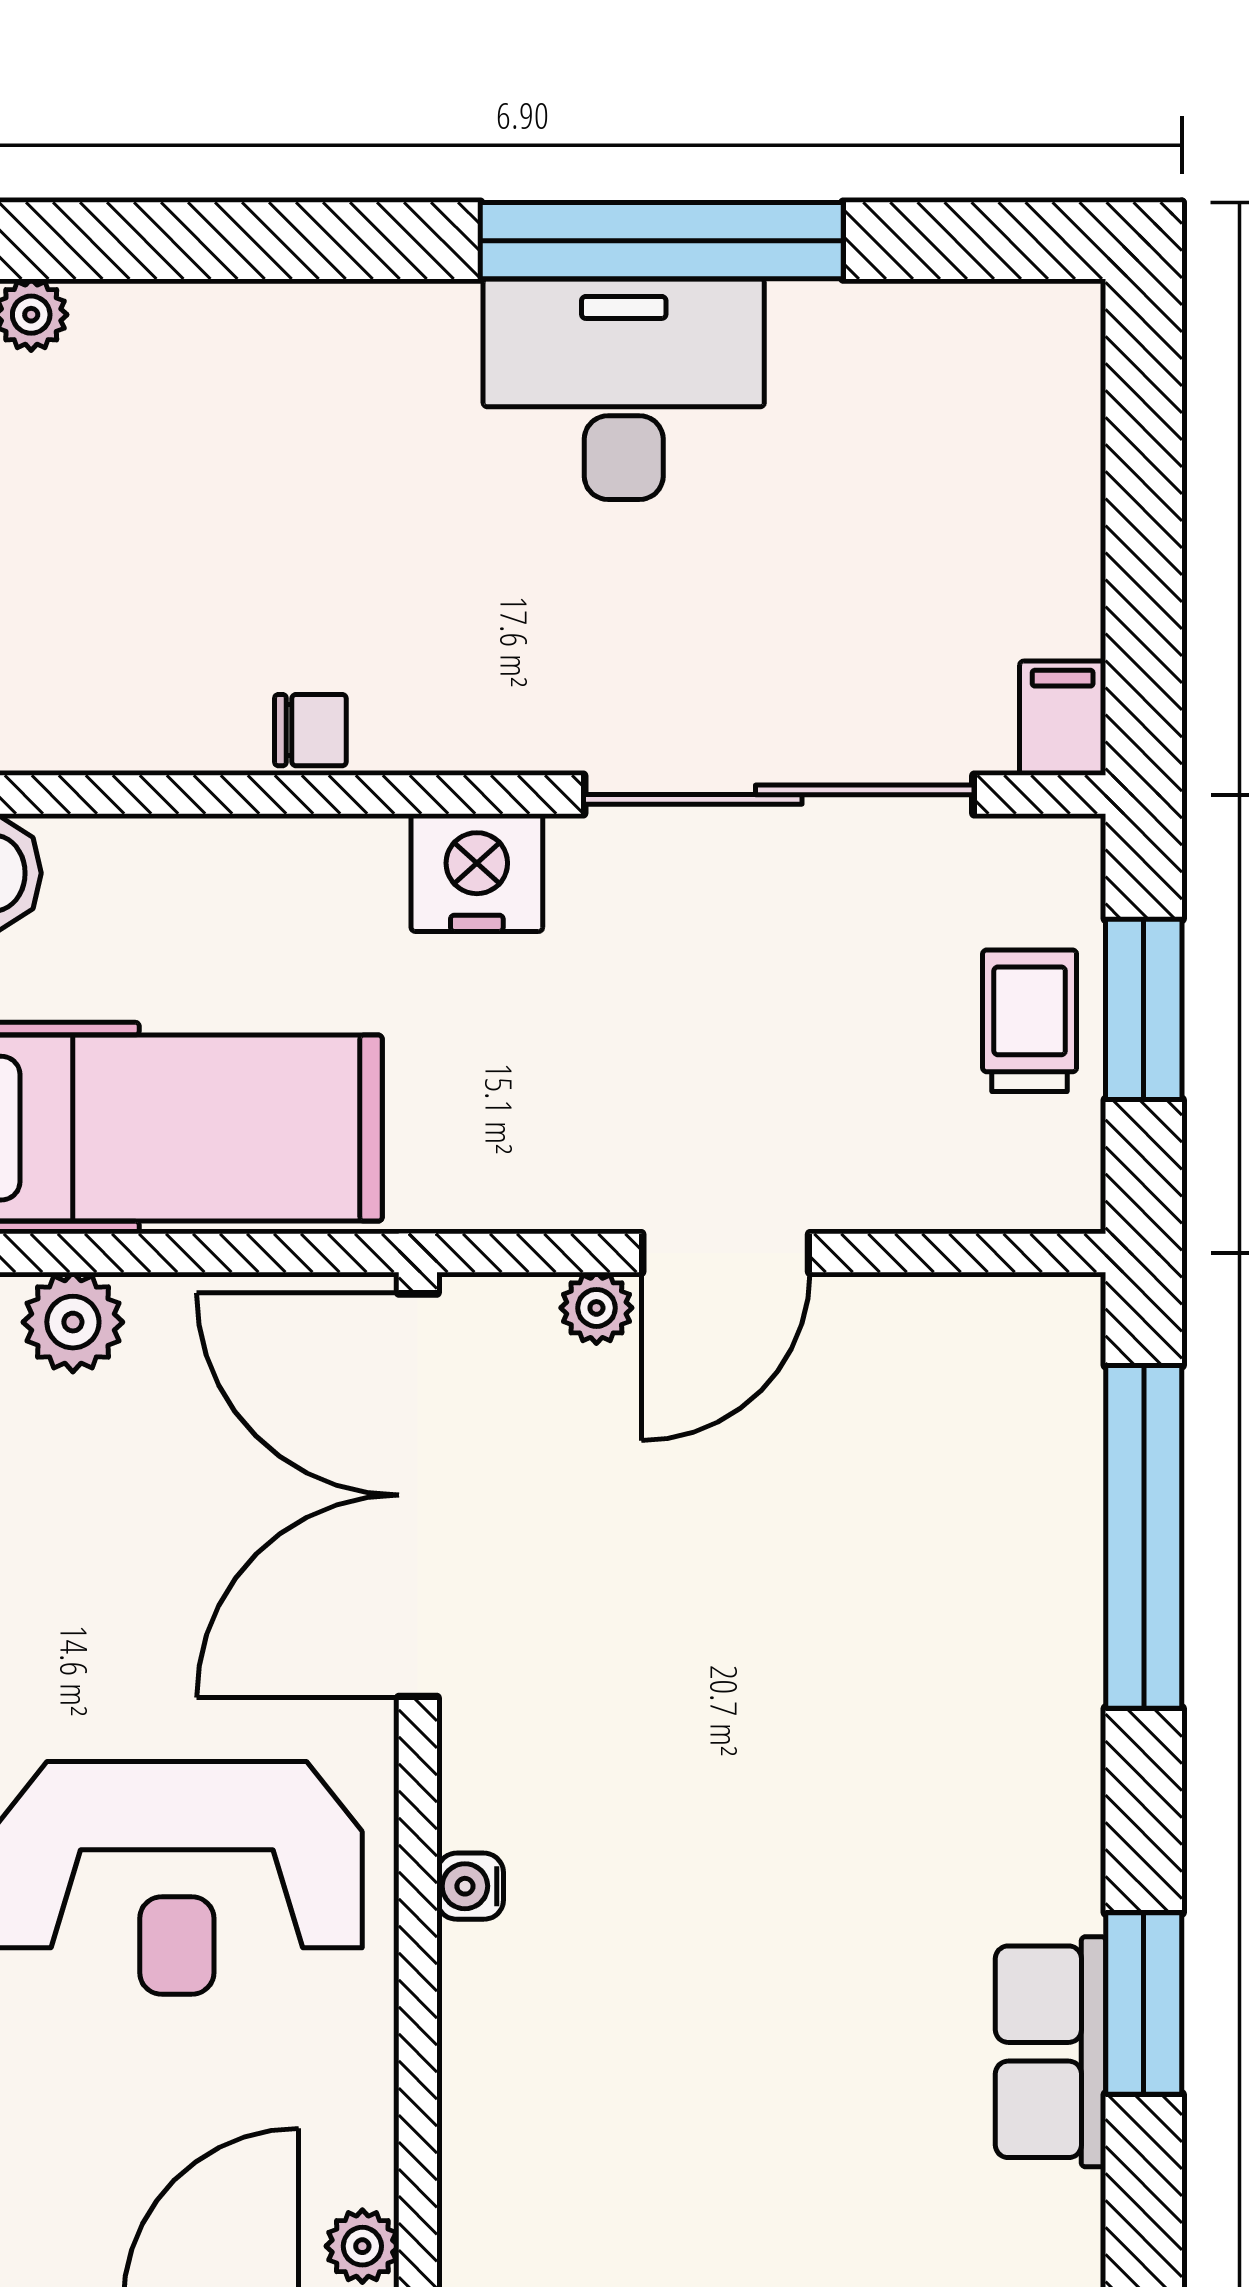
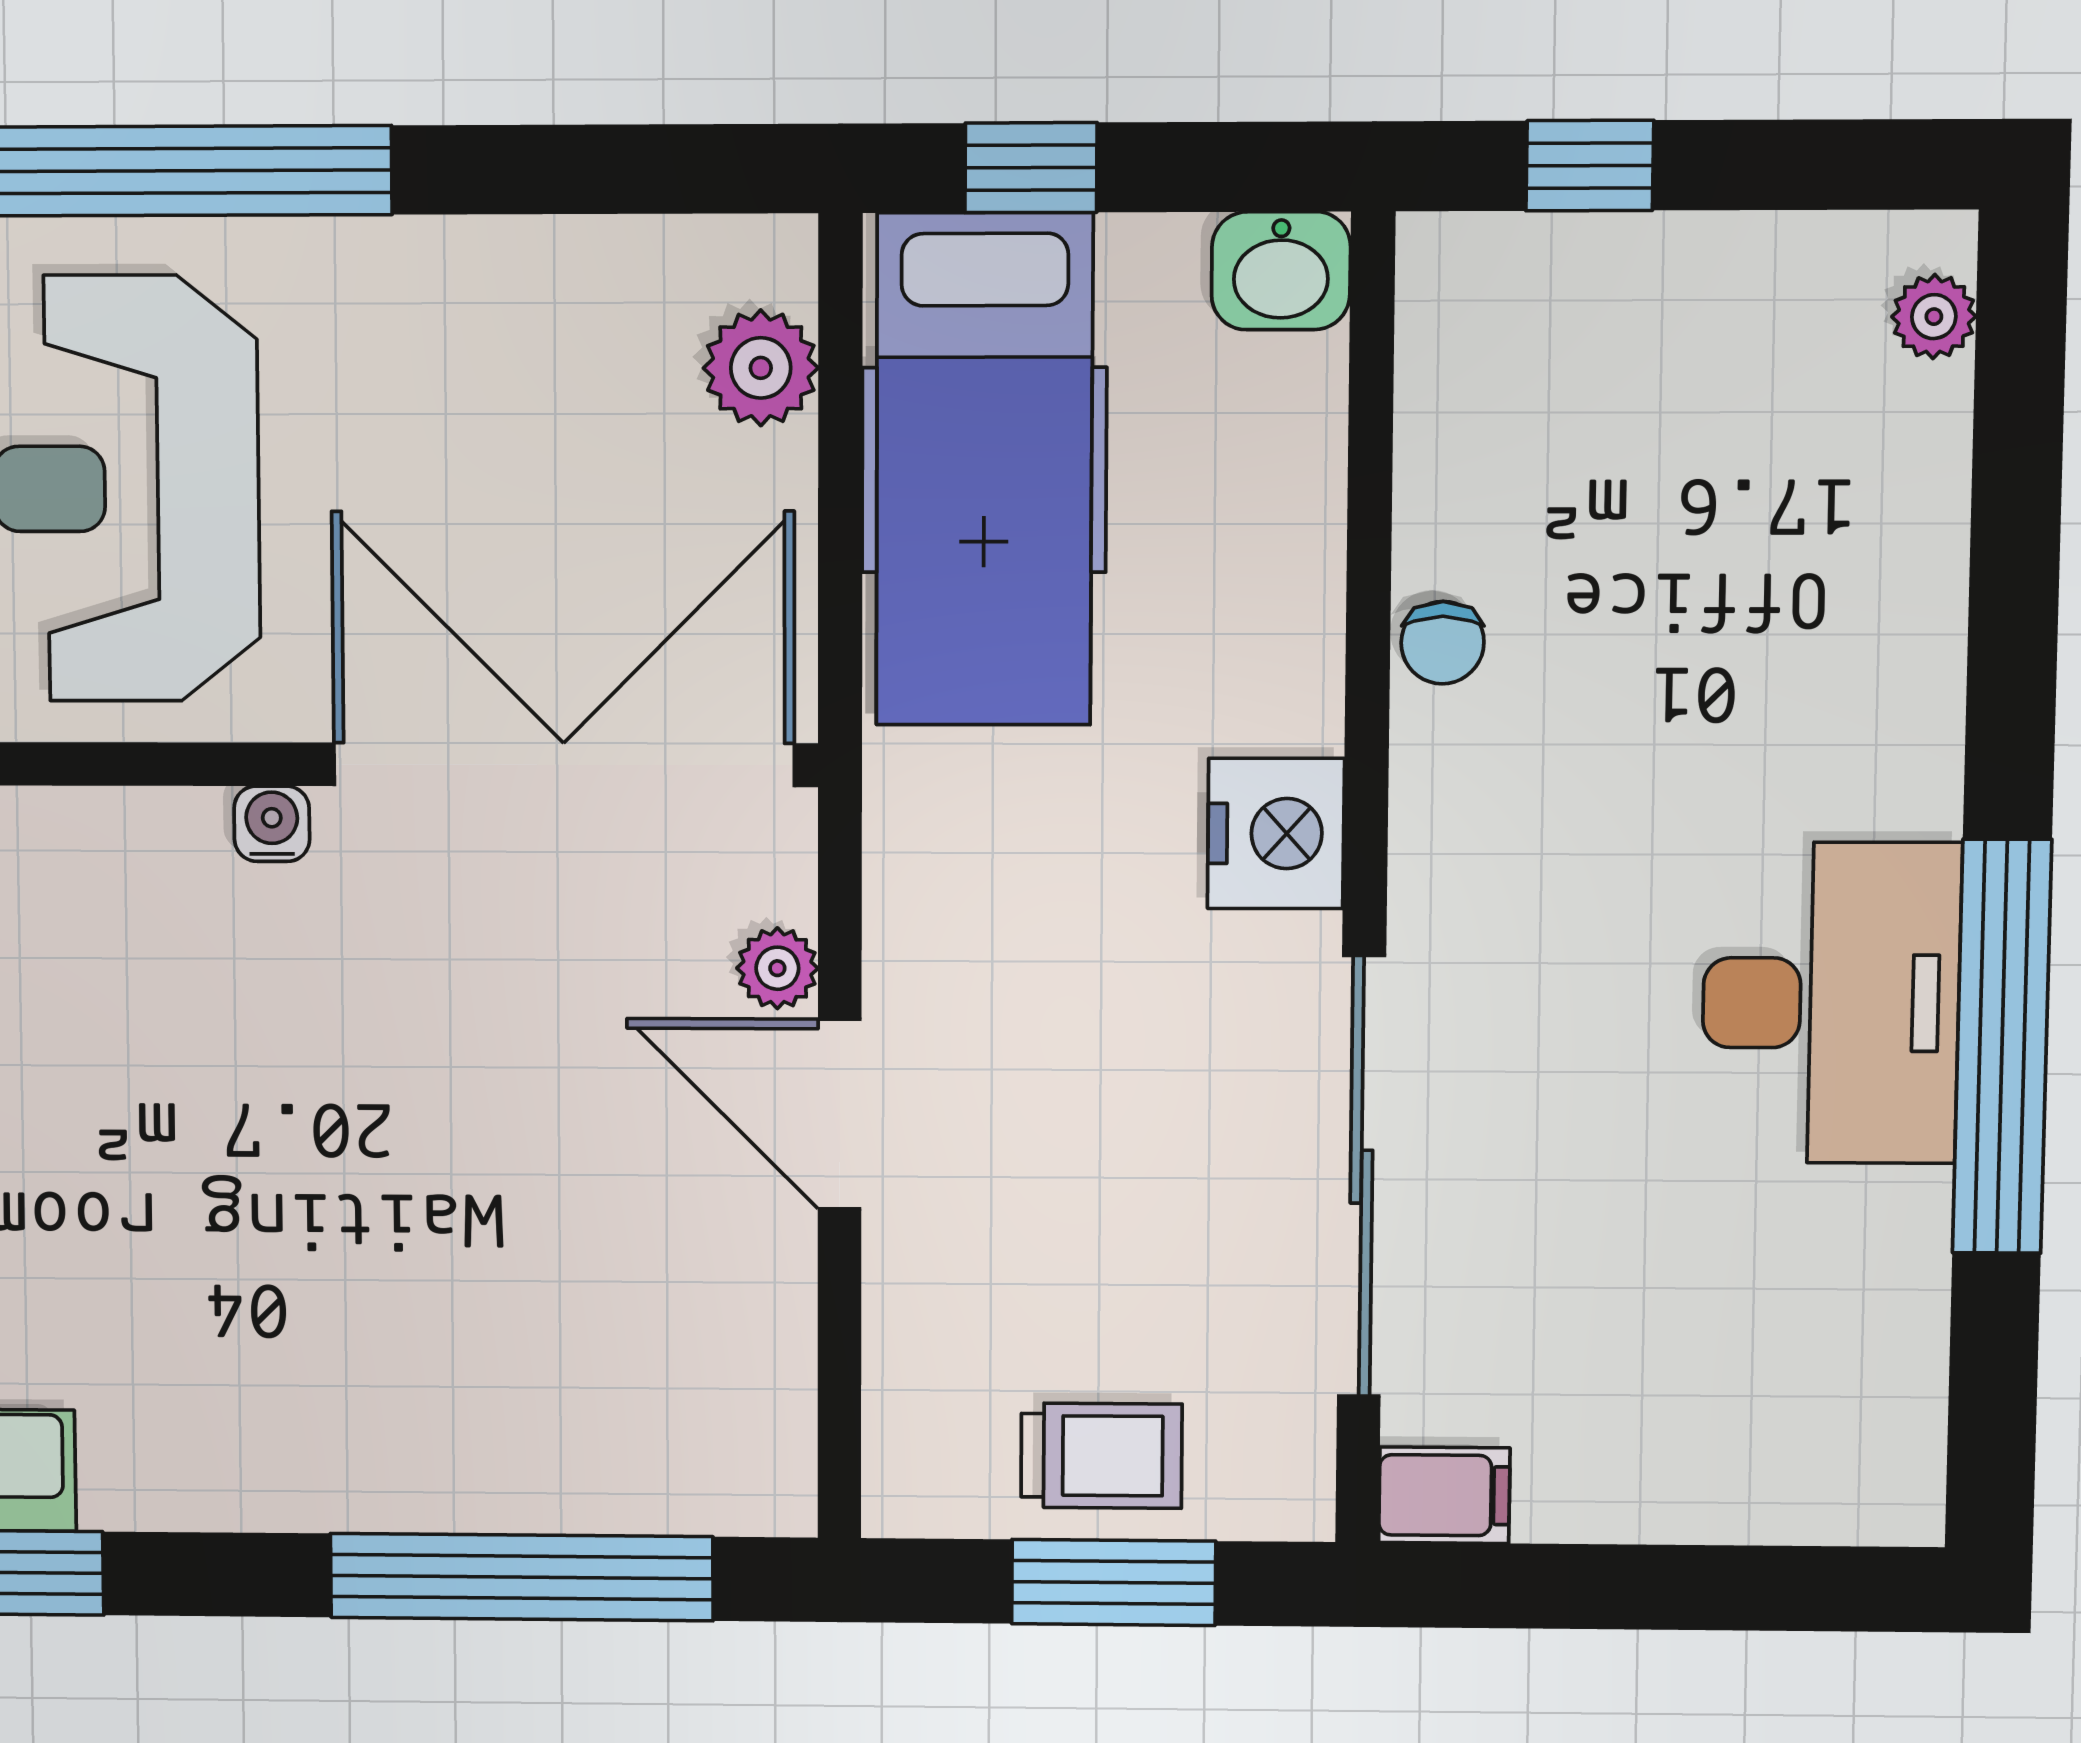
water cooler: (470, 1886) -> (272, 824), moved

